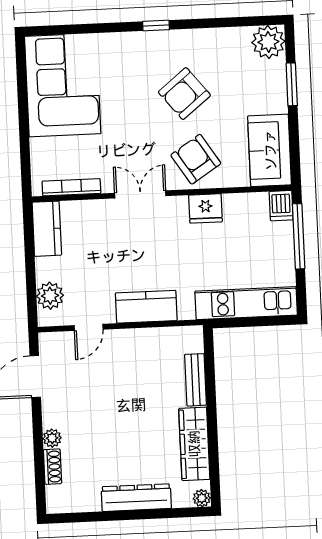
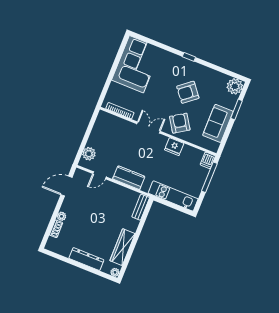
sofa: (270, 150) -> (218, 123), moved
kitchen counter: (47, 229) -> (101, 124), removed
bench: (196, 380) -> (141, 207), moved

